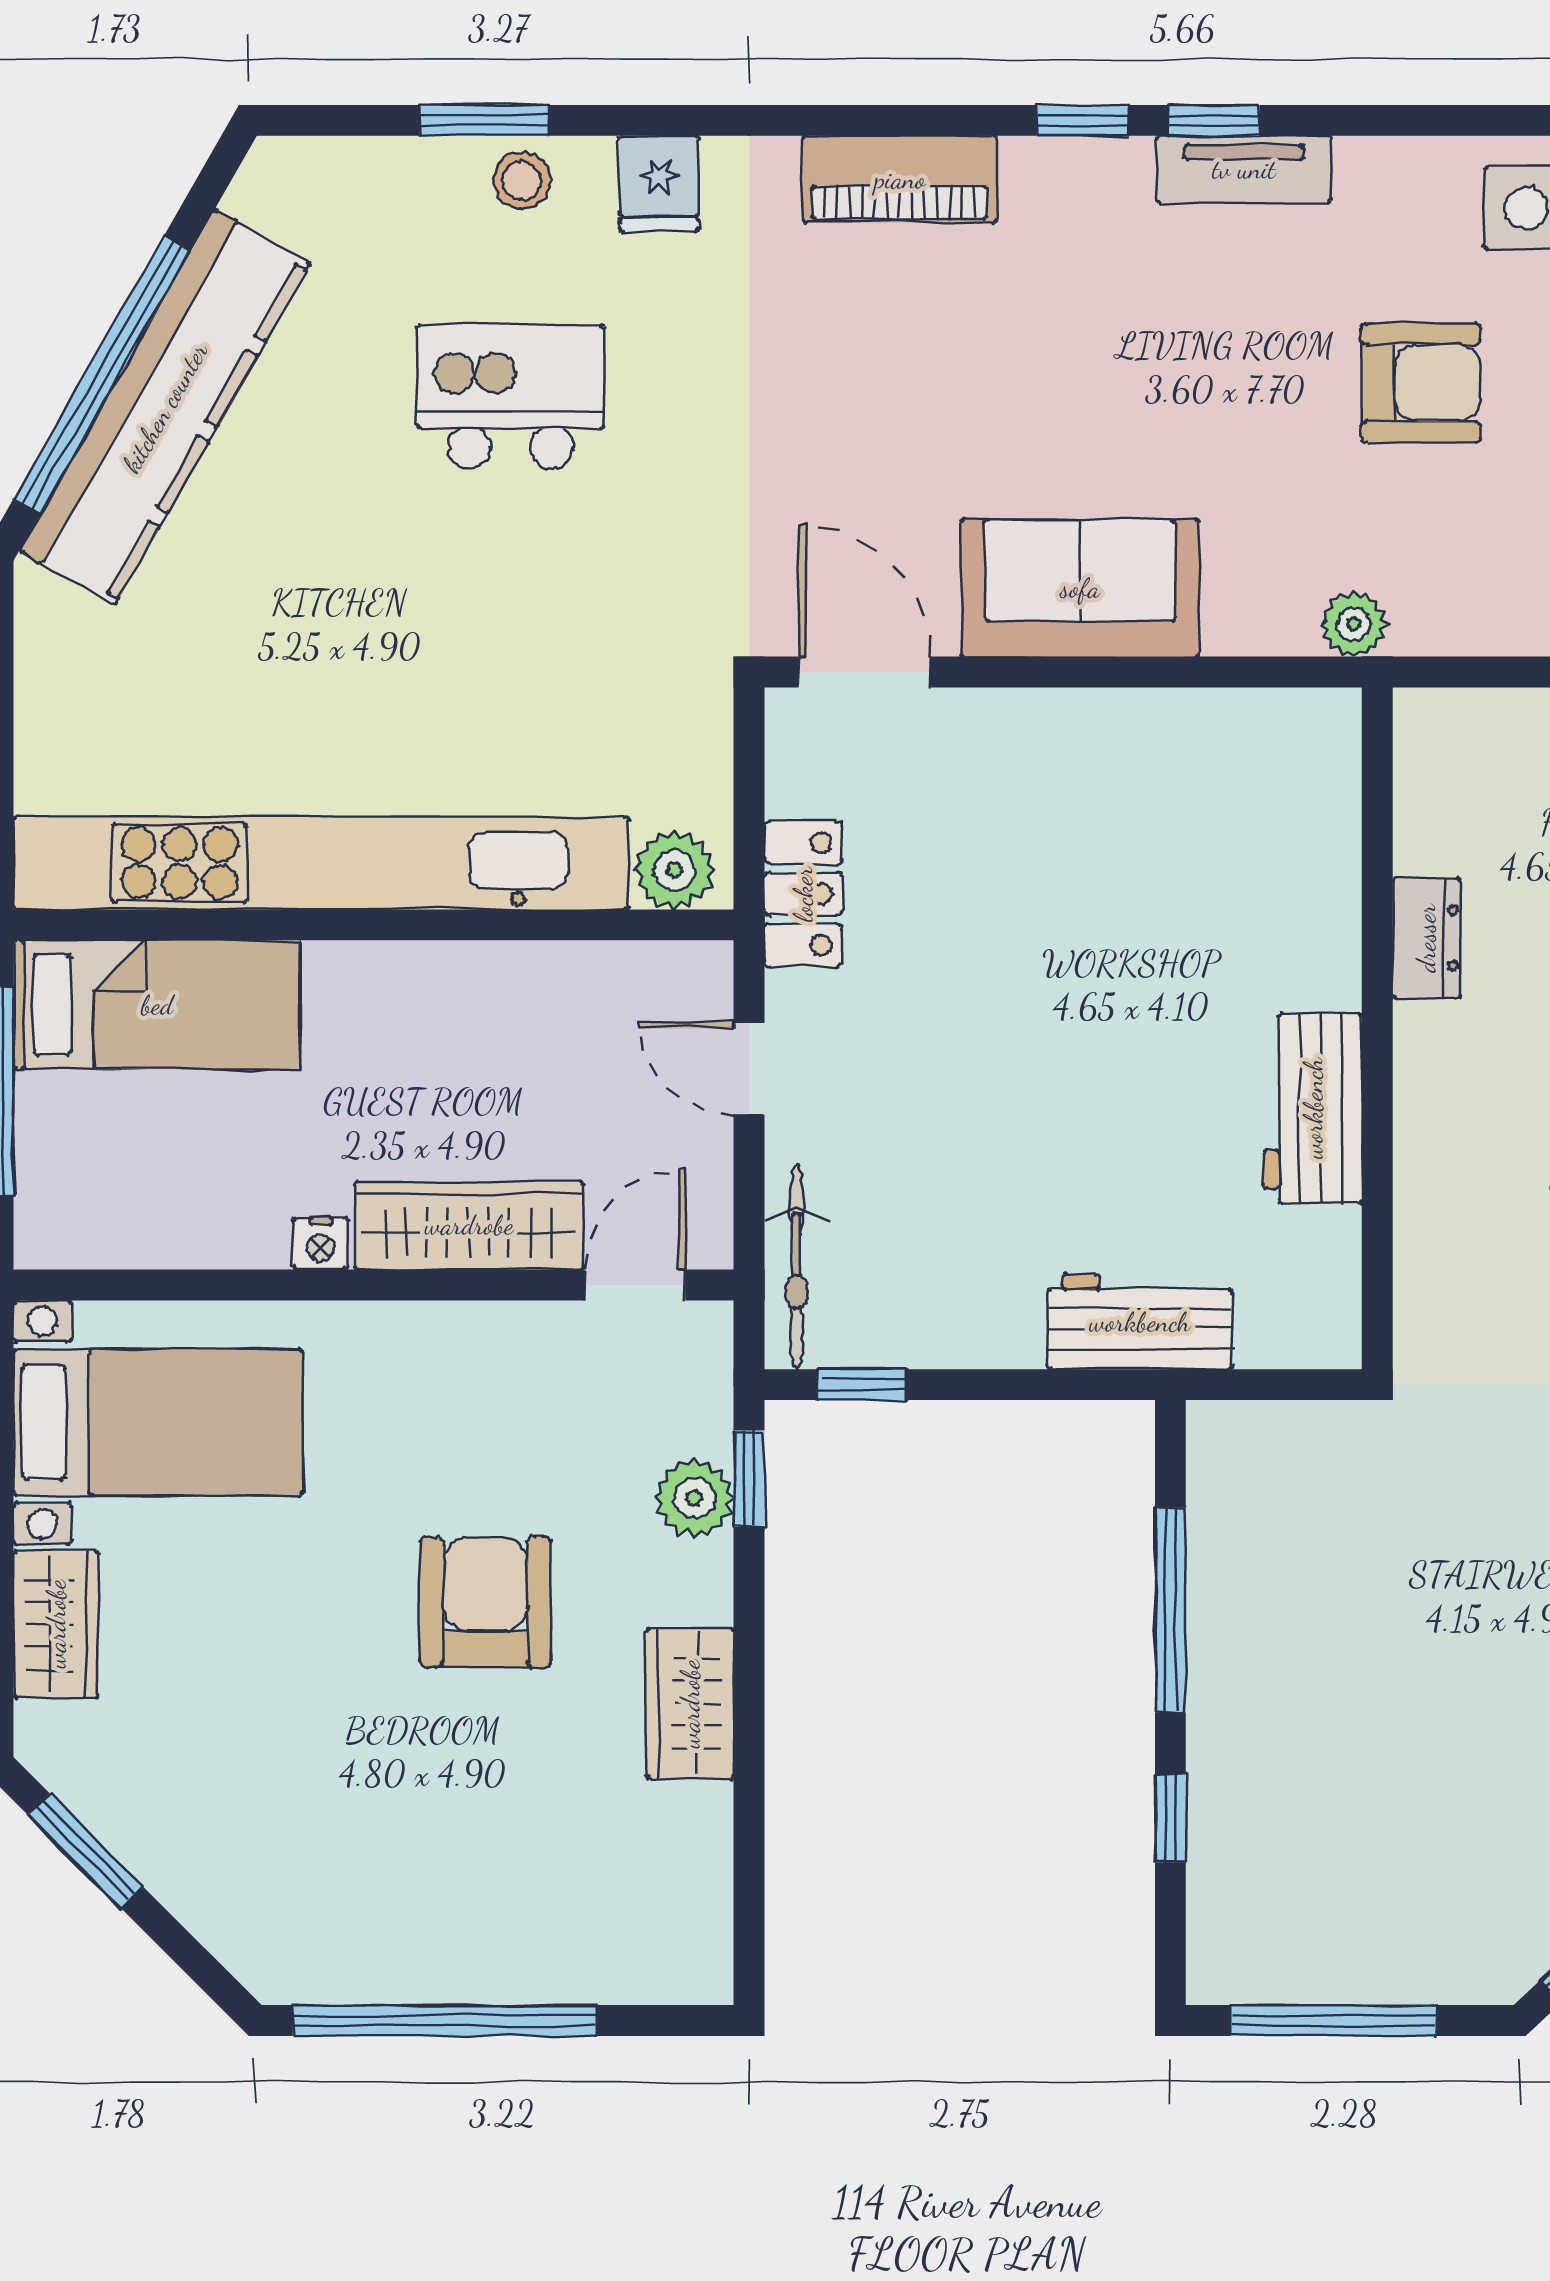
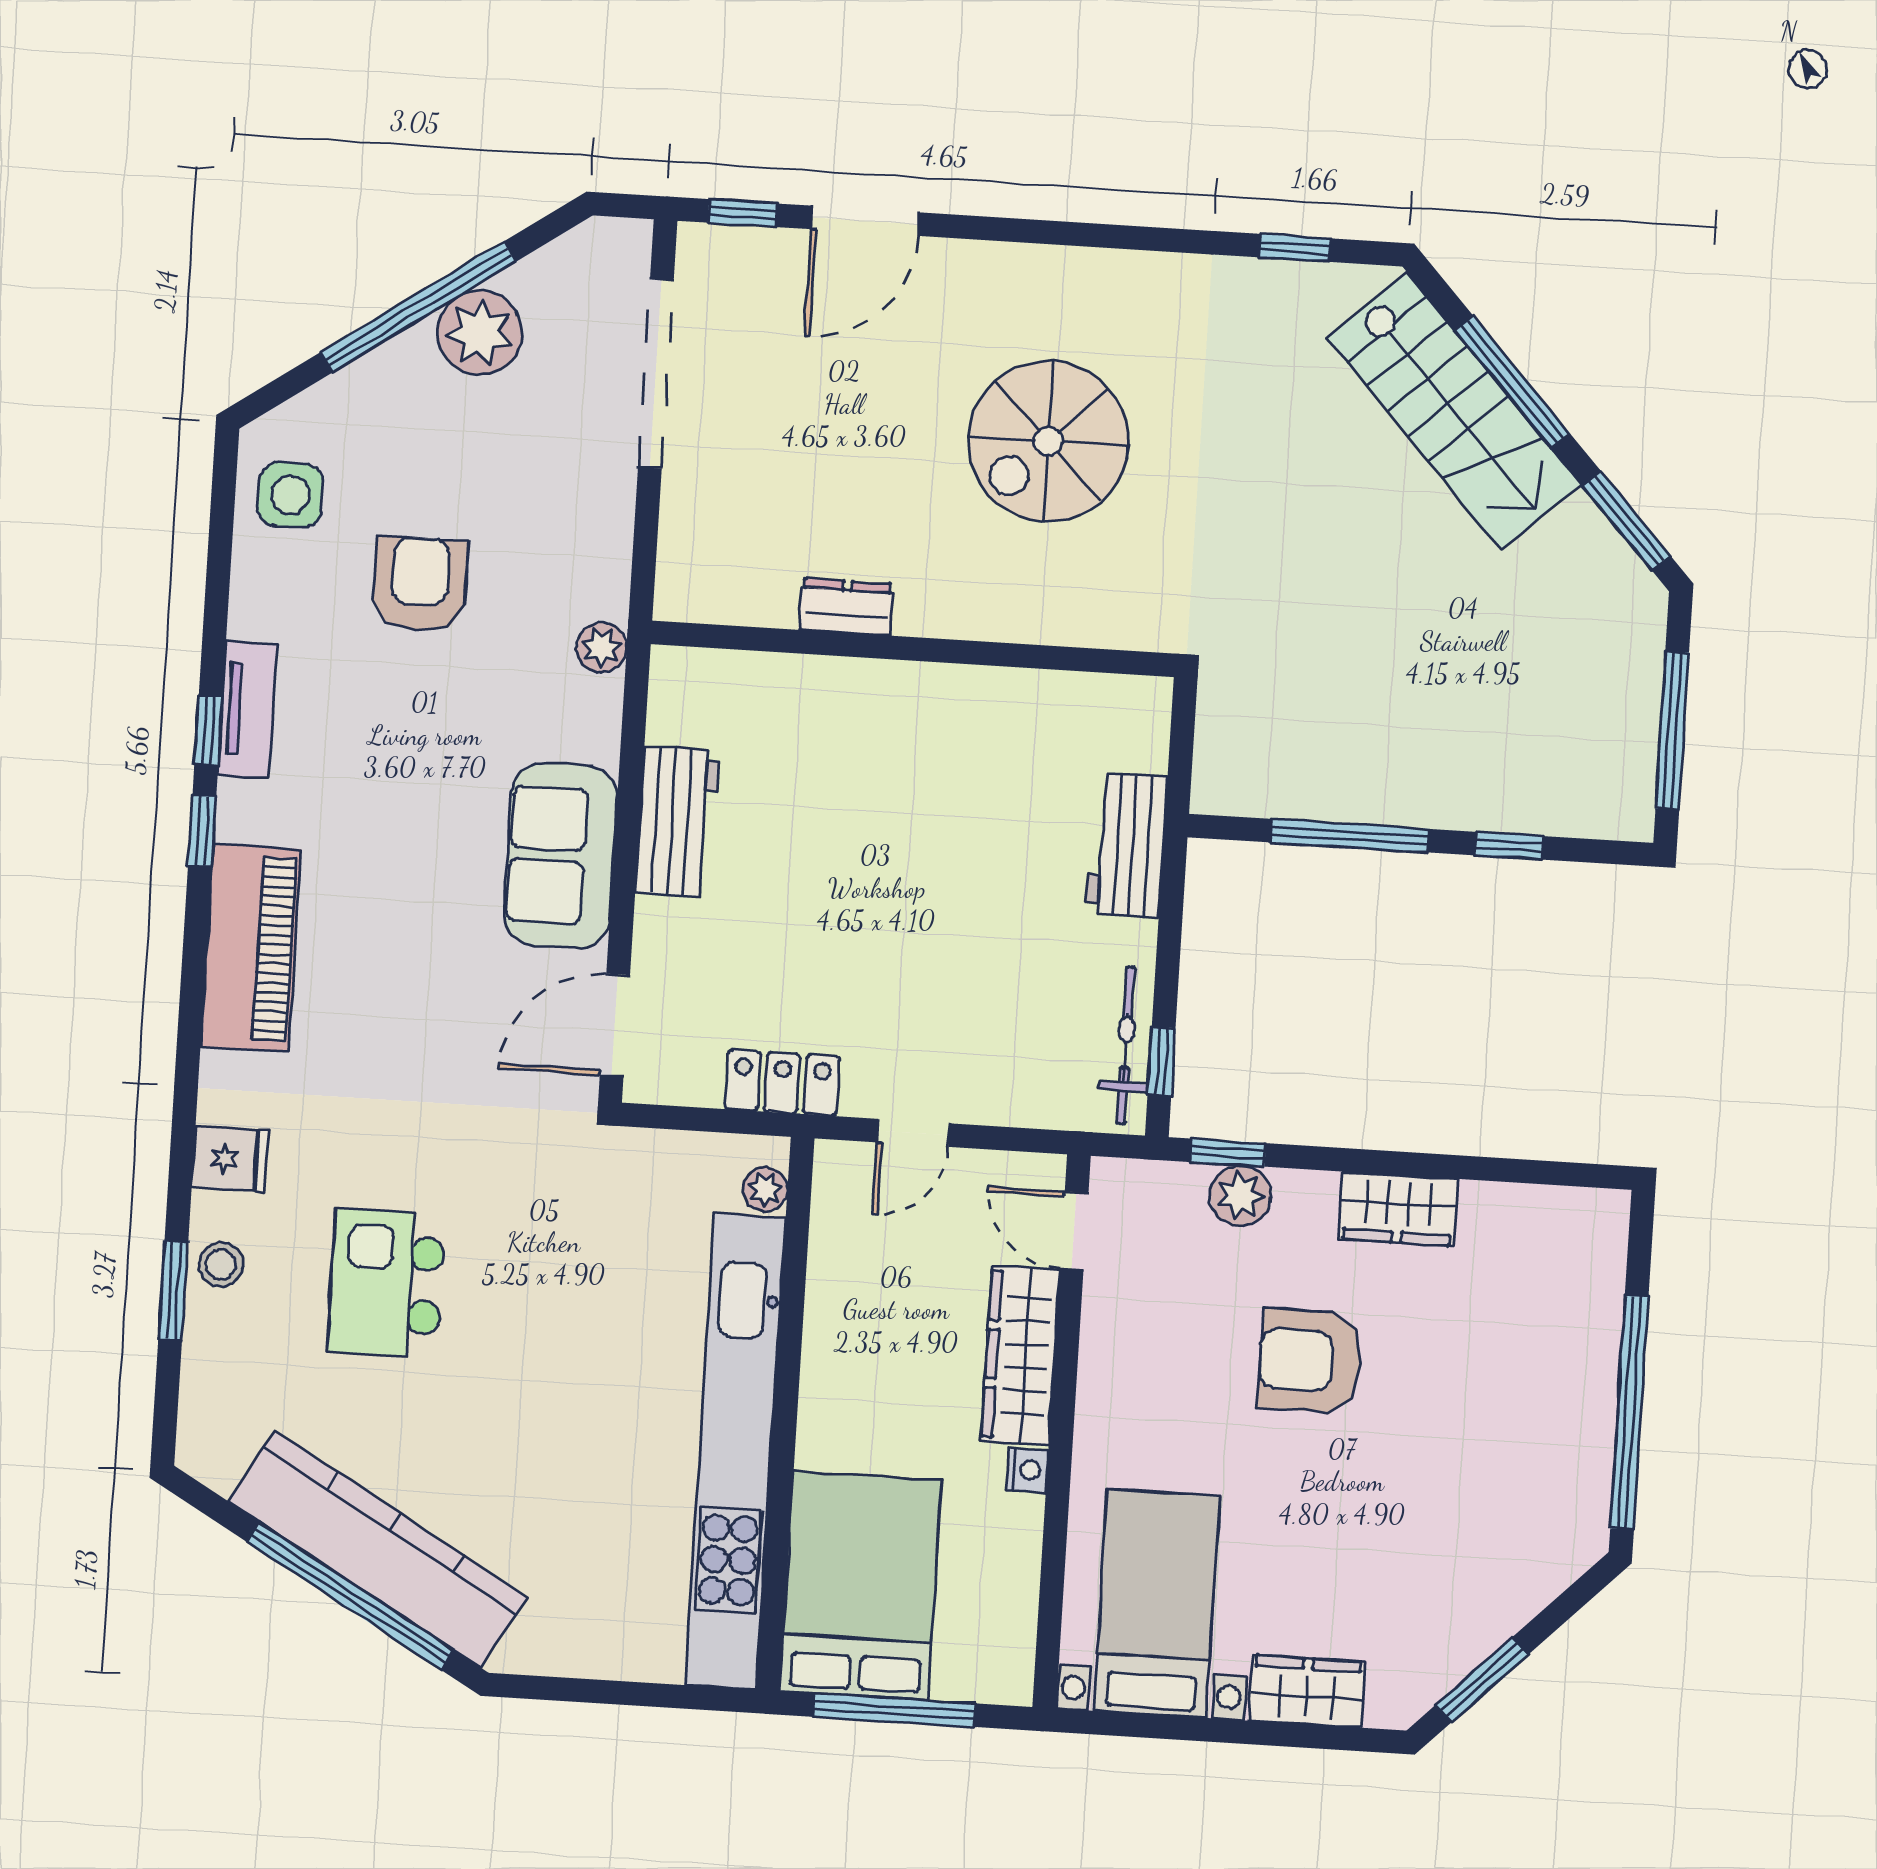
piano: (900, 179) -> (251, 948), width x1.37, depth x1.33
plant: (674, 870) -> (765, 1189), width x0.73, depth x0.73
bed: (157, 1005) -> (861, 1586), width x1.50
workbench: (1313, 1108) -> (678, 821), moved, turned -90
bicycle: (797, 1267) -> (1126, 1045), moved, turned -90

